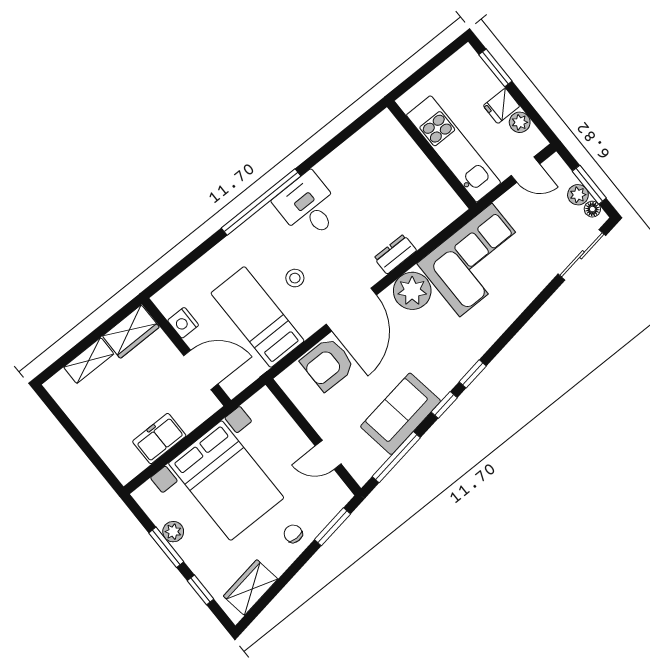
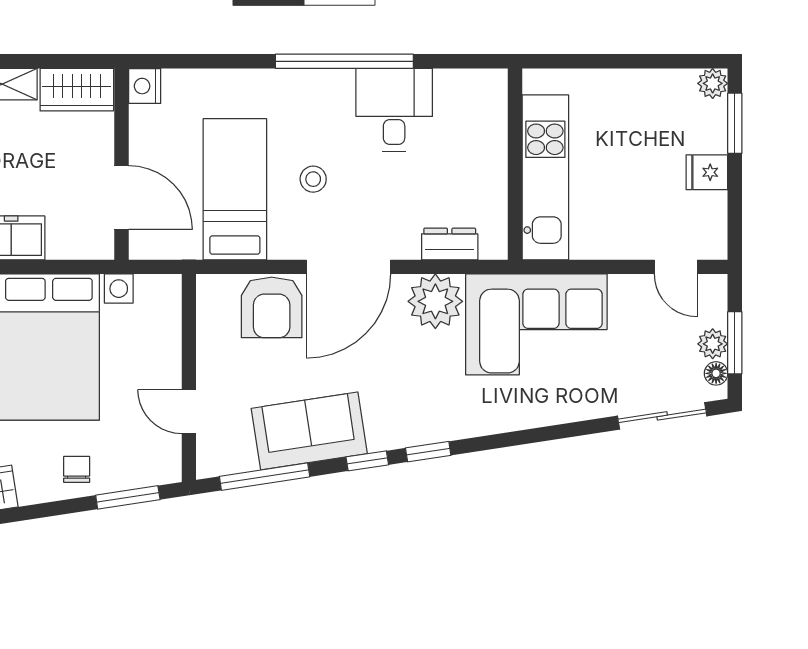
plant: (520, 122) -> (713, 83), moved
kitchen unit: (454, 149) -> (545, 177), moved
wall: (432, 155) -> (515, 164), moved
nightstand: (183, 323) -> (145, 86), moved
armchair: (328, 364) -> (272, 307), turned -90

